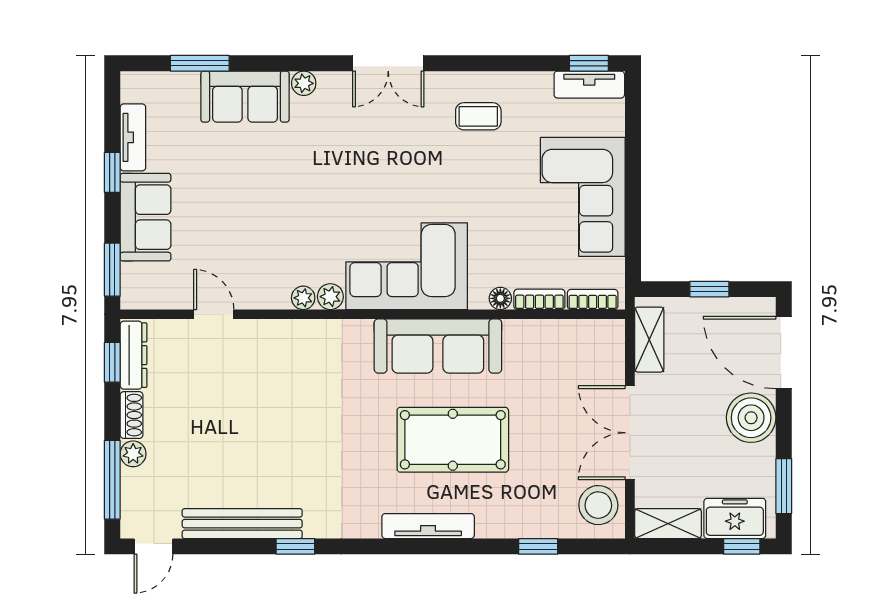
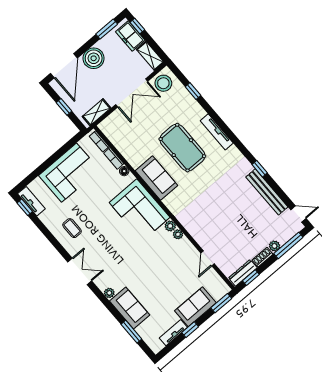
sofa: (438, 346) -> (156, 178), width x0.73

